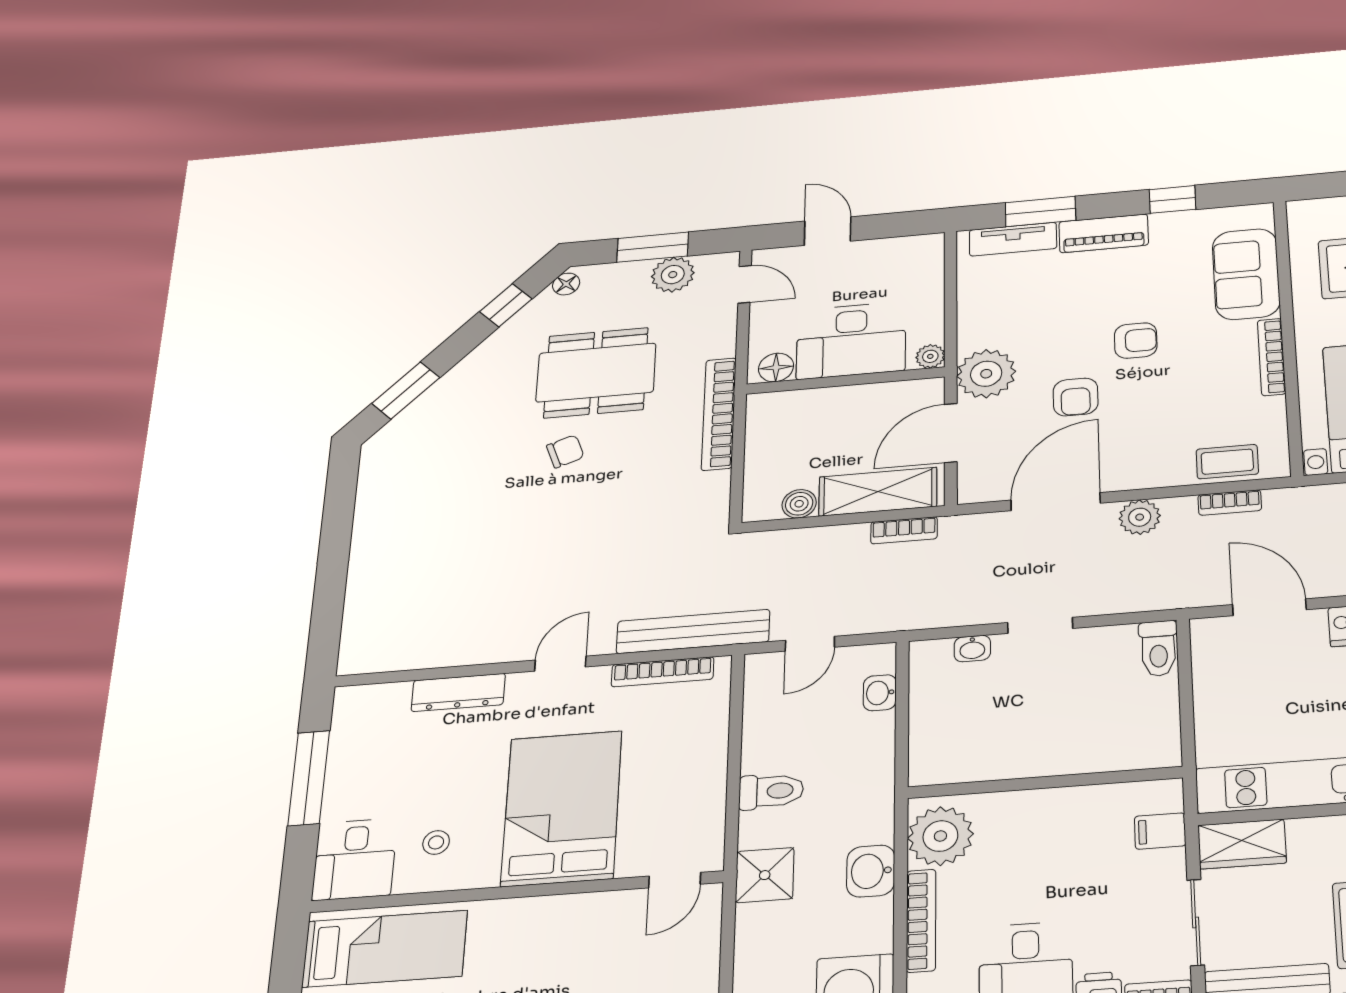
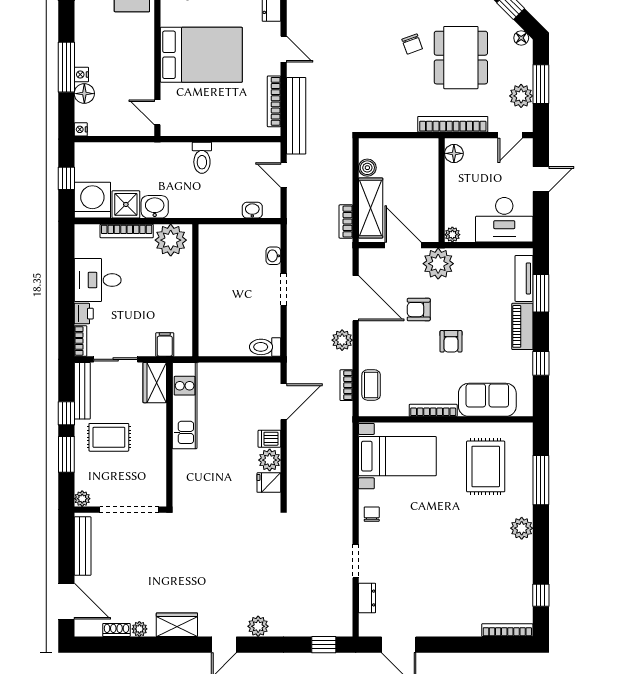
desk: (851, 340) -> (504, 220), moved, turned -90
bookcase: (719, 414) -> (453, 124), moved
shower: (765, 875) -> (126, 204), moved

